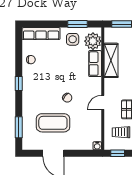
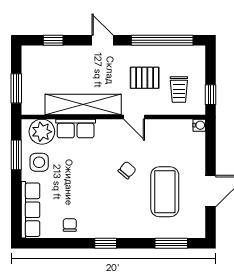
shelving: (111, 60) -> (83, 105), width x1.47

